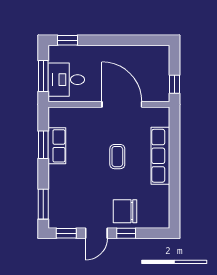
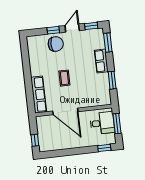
window: (175, 84) -> (35, 140), moved
row of seats: (57, 146) -> (101, 61), moved
row of seats: (160, 156) -> (39, 95), moved

